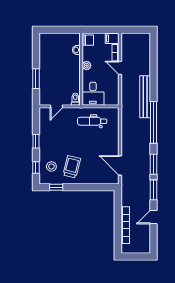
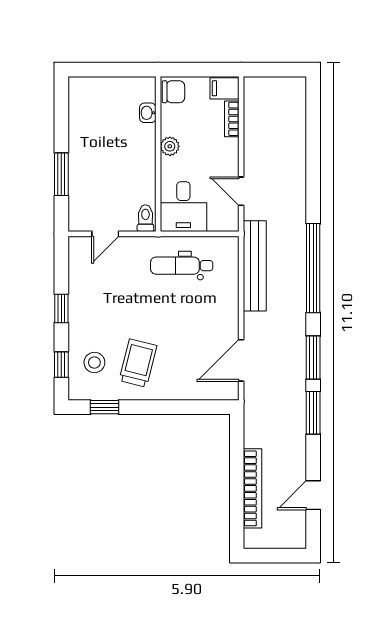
door: (120, 68) -> (241, 191), moved
bench: (145, 97) -> (255, 266), moved
door: (120, 165) -> (241, 360), hinge flipped
door: (154, 217) -> (313, 495), moved

